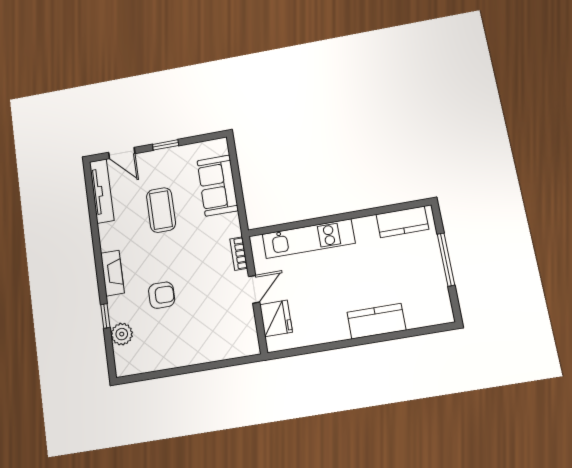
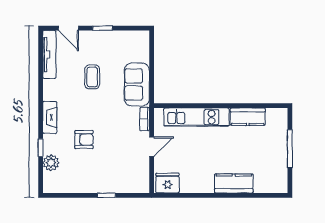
sofa: (218, 186) -> (137, 85), moved
coffee table: (161, 210) -> (92, 77), width x0.73, depth x0.77
kitchen counter: (402, 222) -> (248, 117), moved
fridge: (276, 318) -> (168, 183), moved, turned -90
window: (203, 367) -> (107, 195), added

